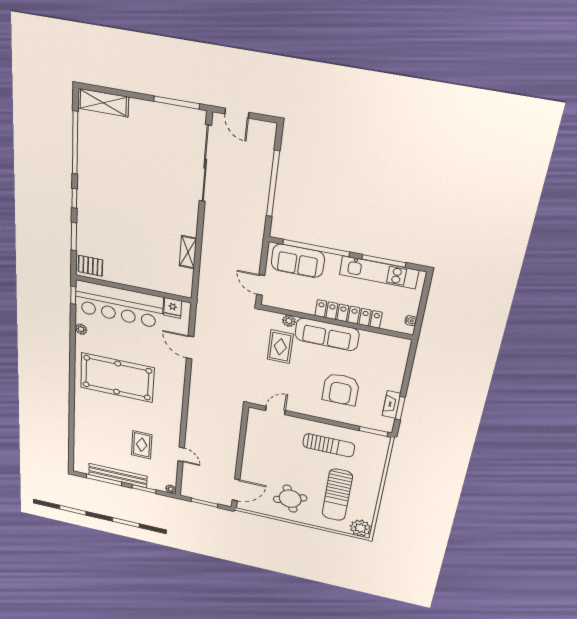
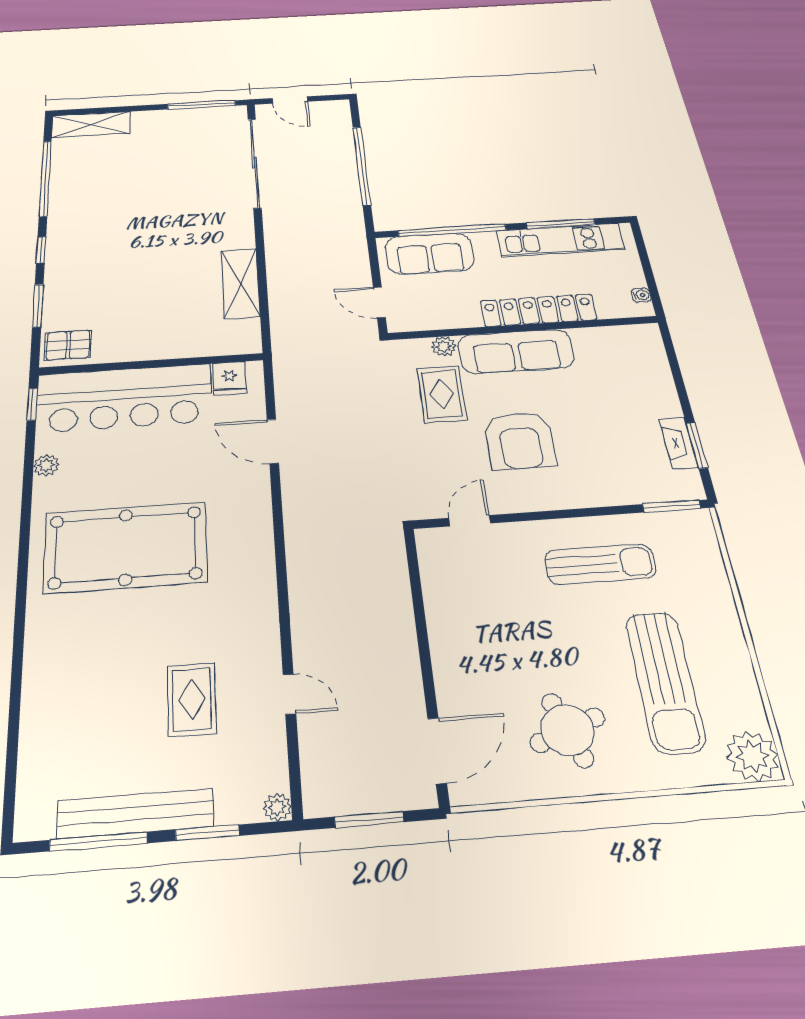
shelving: (188, 252) -> (240, 283), width x1.50, depth x1.33
armchair: (341, 389) -> (520, 440), moved

